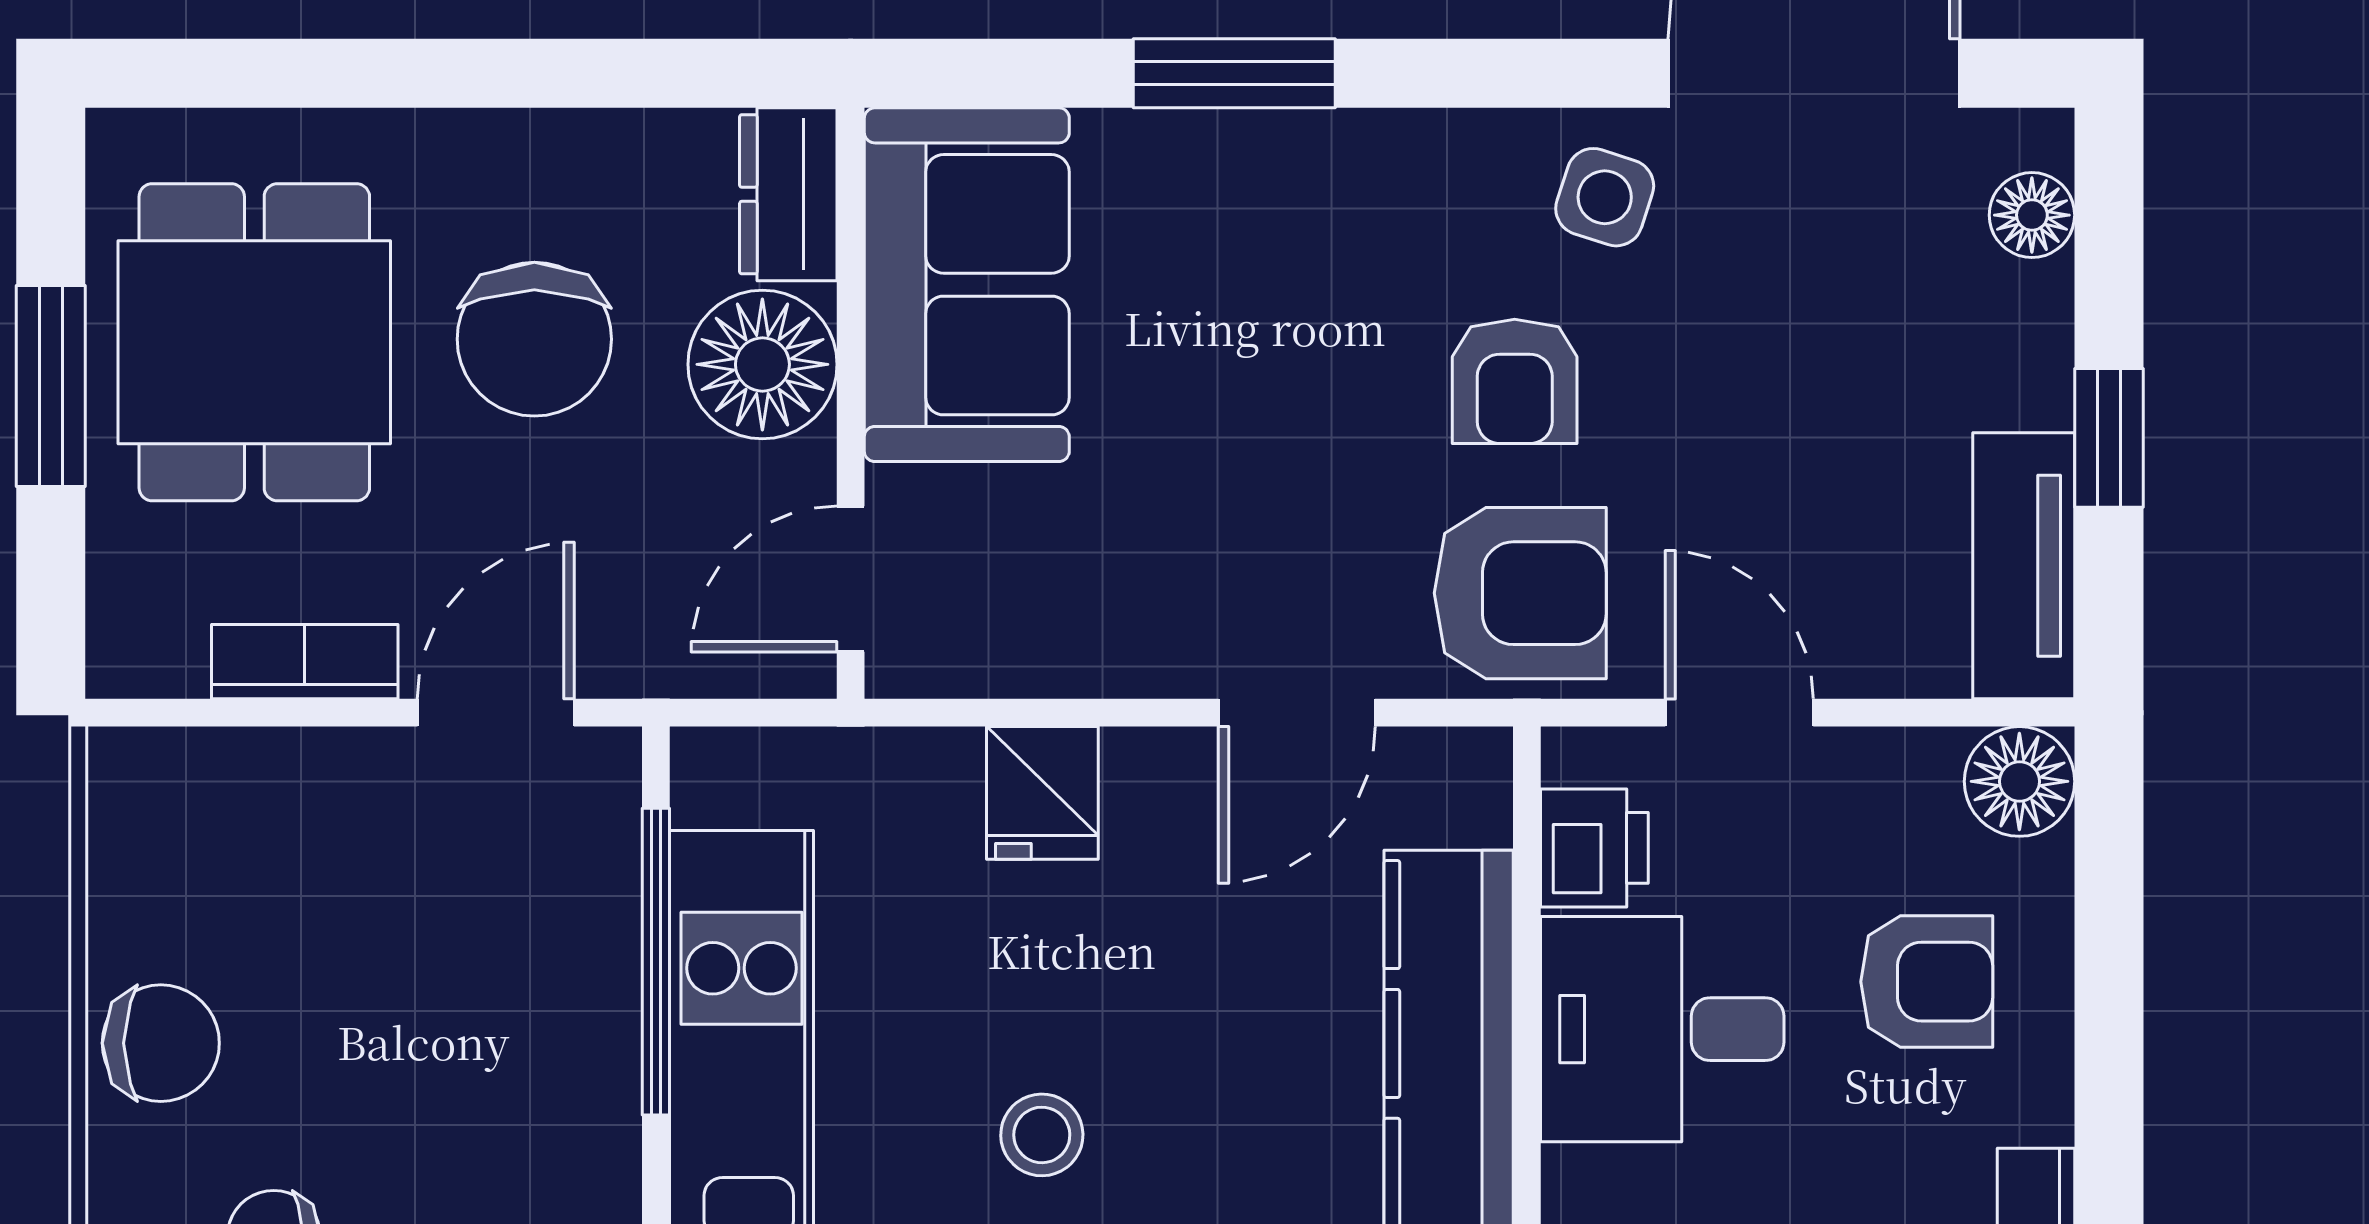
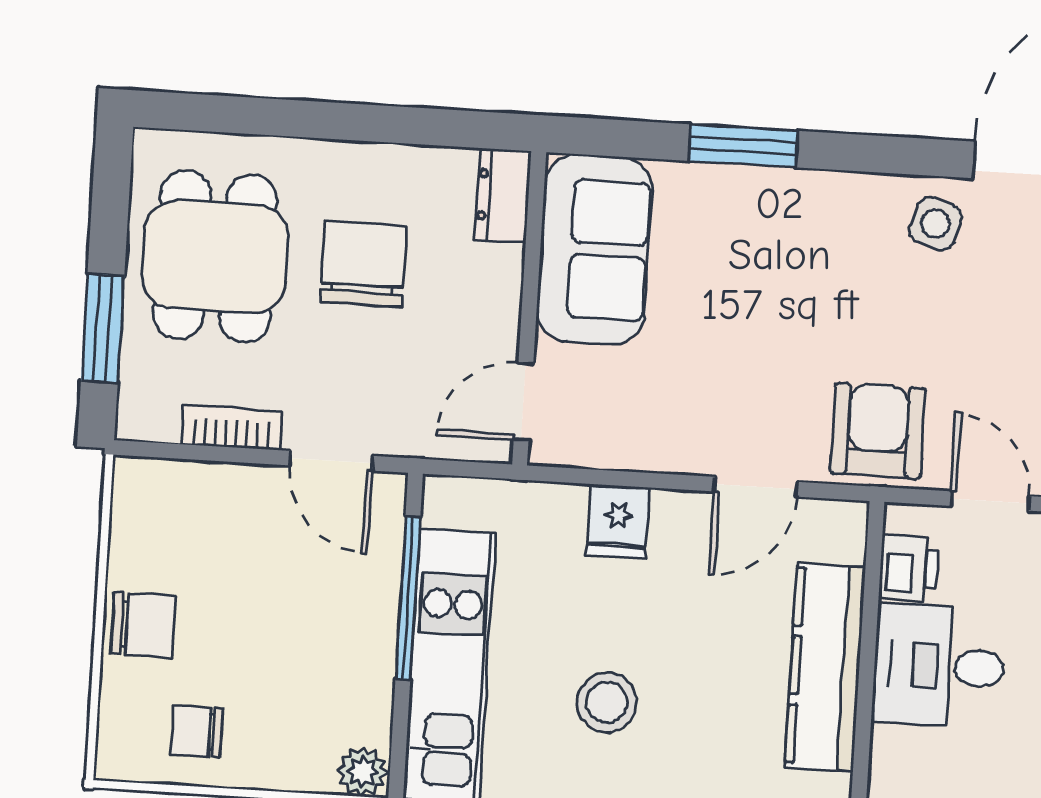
chair: (534, 339) -> (364, 264), turned 180
floor lamp: (762, 364) -> (484, 285), removed
armchair: (1515, 381) -> (882, 318), removed
window: (51, 386) -> (103, 328), moved
armchair: (1520, 593) -> (878, 431), turned -90
door: (496, 713) -> (331, 461), swing flipped
stool: (1042, 1135) -> (607, 702), width x1.37, depth x1.37

